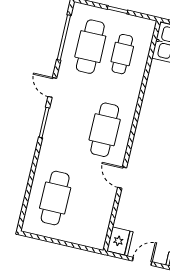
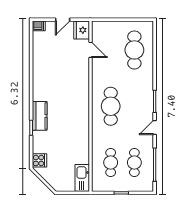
cafe table: (90, 47) -> (134, 163), width x0.73, depth x0.74
door: (52, 87) -> (155, 127), swing flipped
door: (122, 178) -> (90, 50), moved

